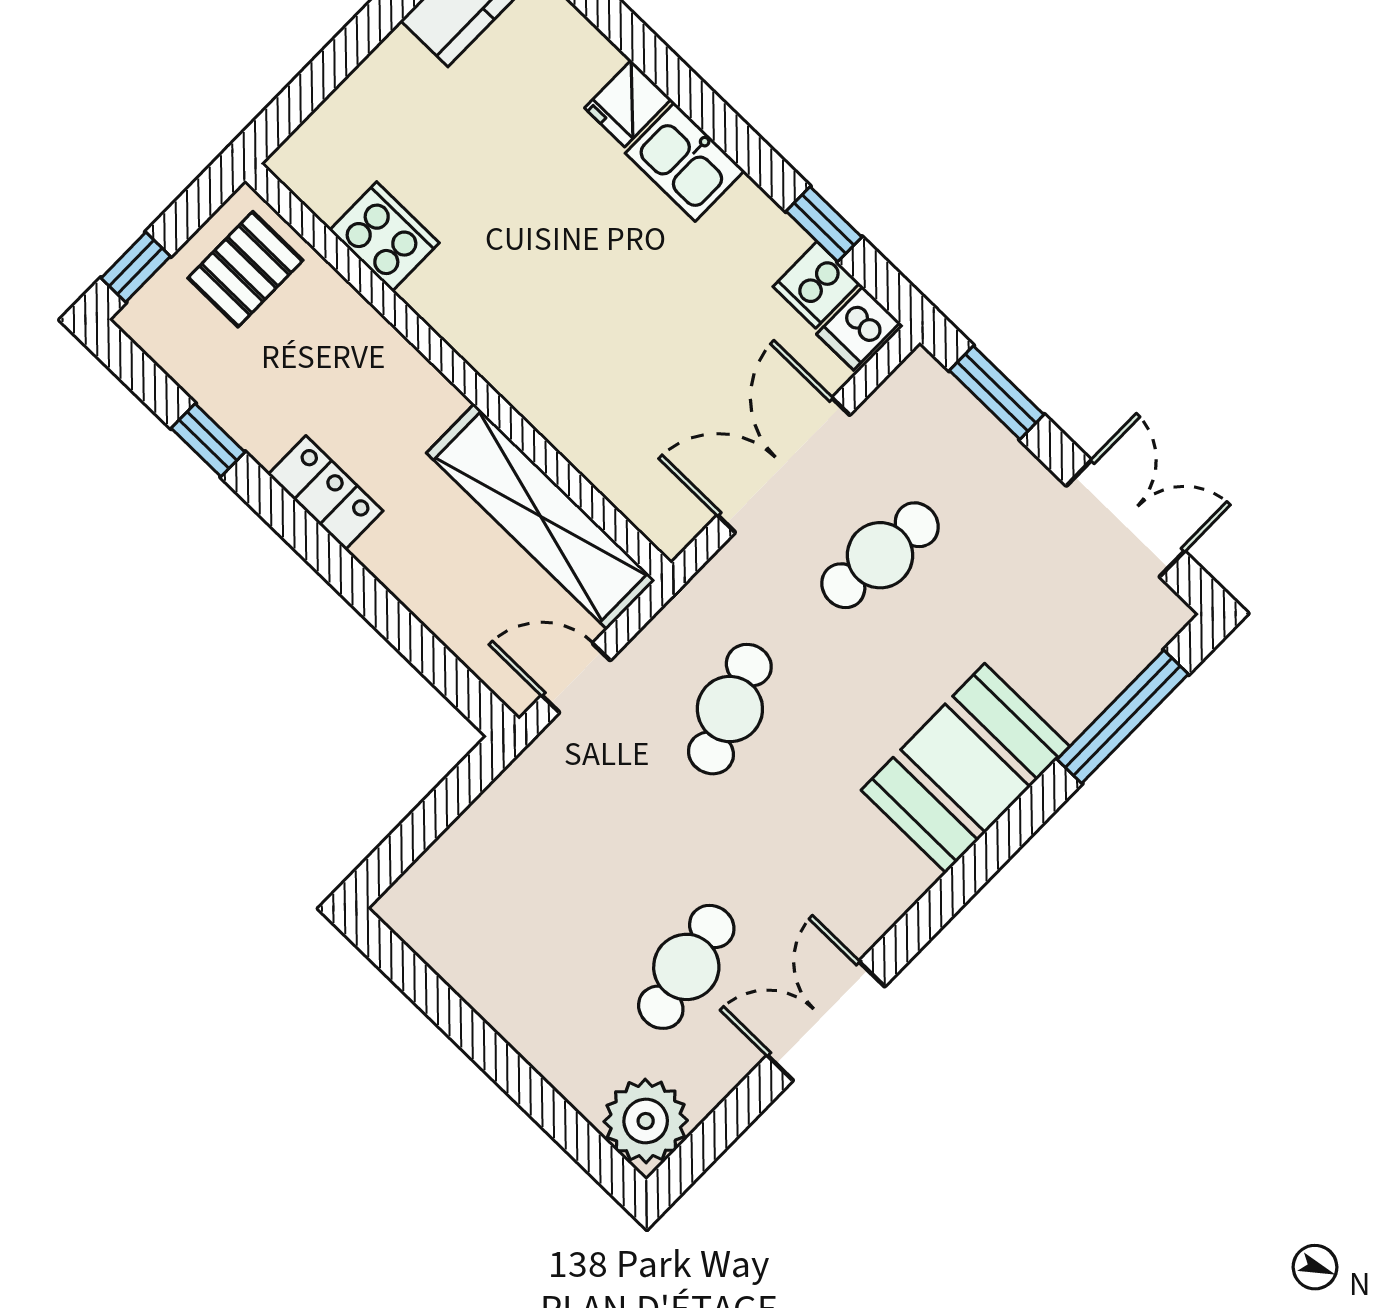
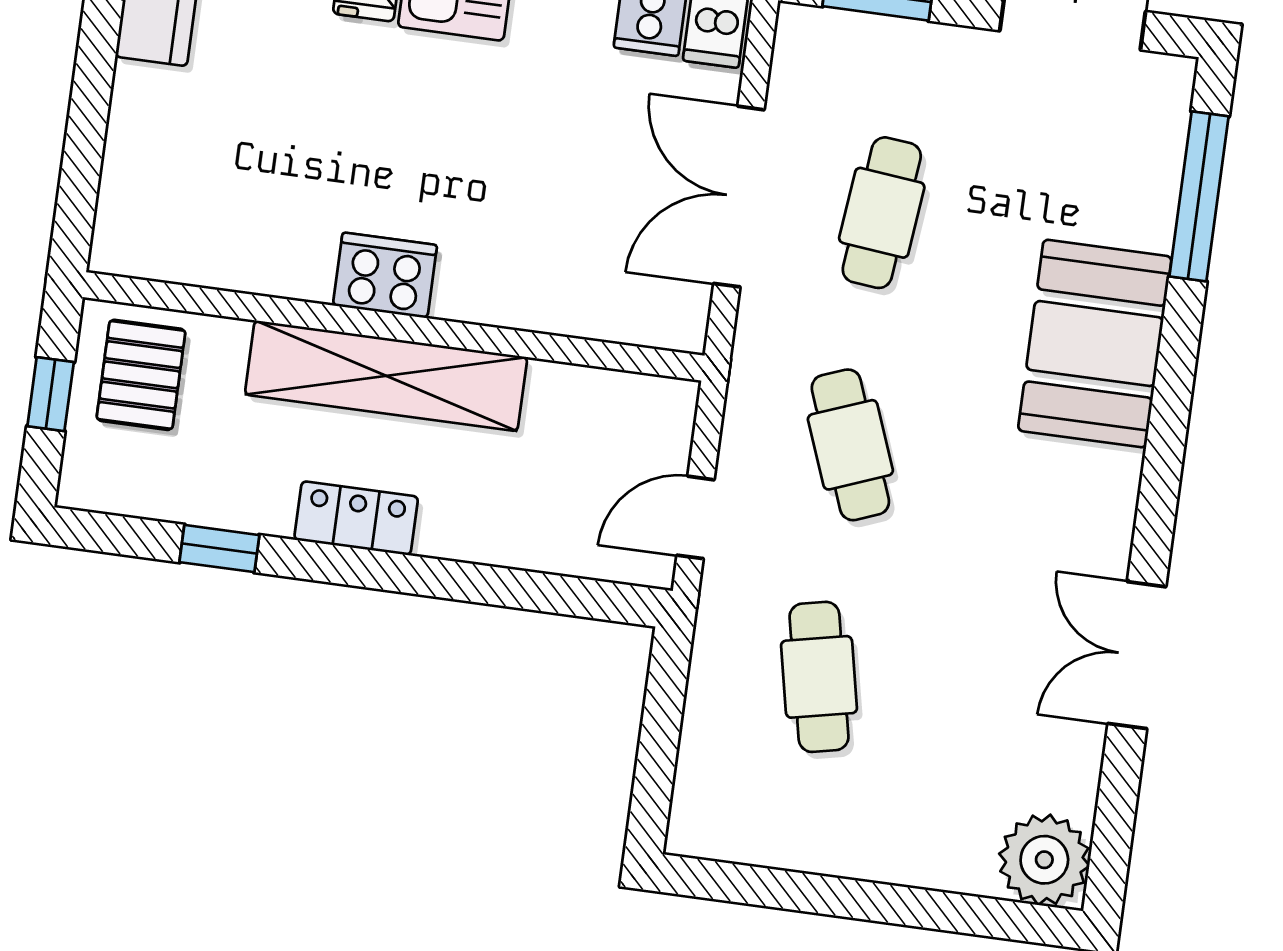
cooker: (384, 236) -> (385, 275), moved
window: (136, 267) -> (51, 394), moved
shelving: (541, 517) -> (386, 376), moved
cafe table: (686, 967) -> (819, 677), moved

